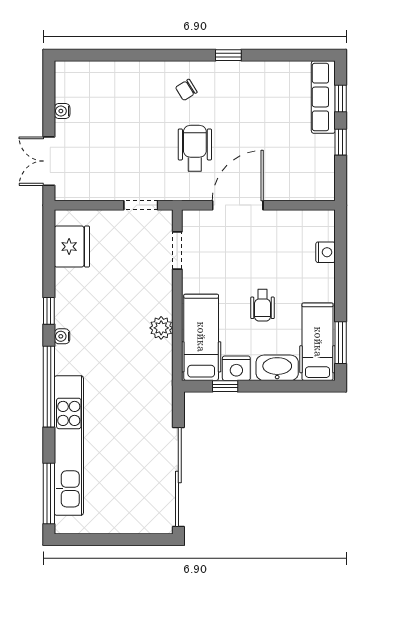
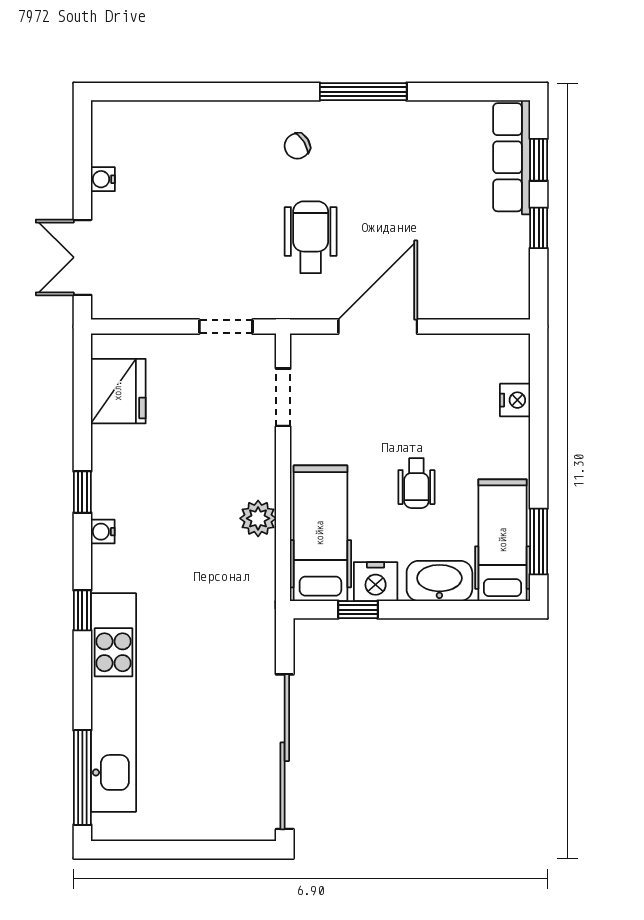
window: (228, 55) -> (363, 92), width x2.17
window: (49, 387) -> (82, 610), width x0.32

